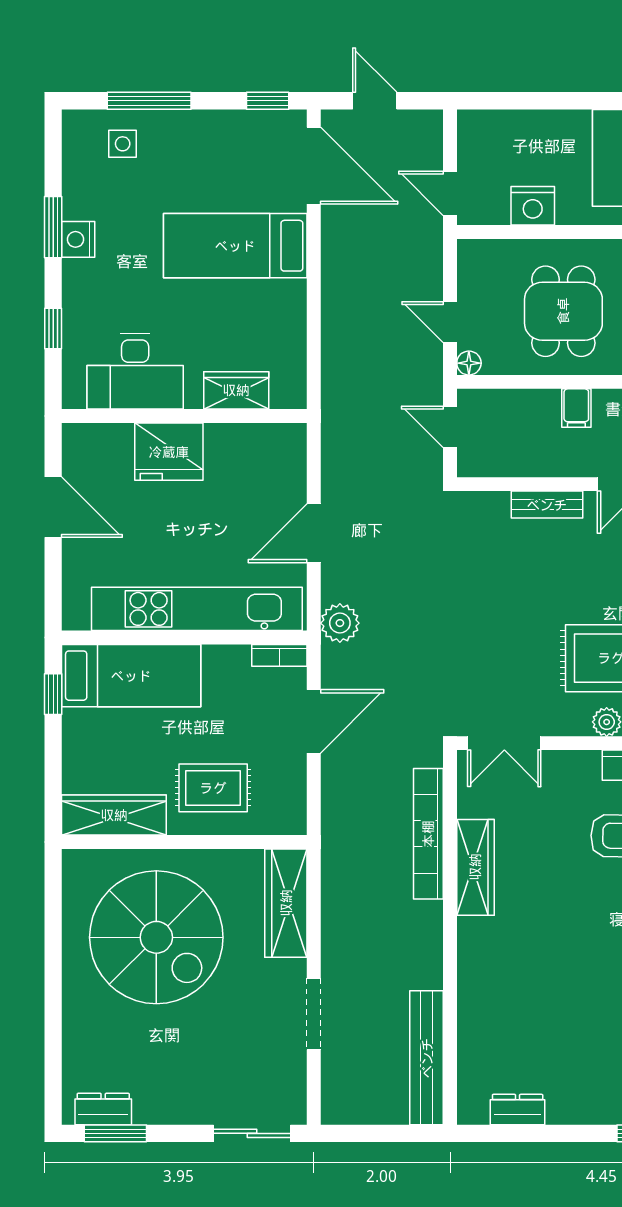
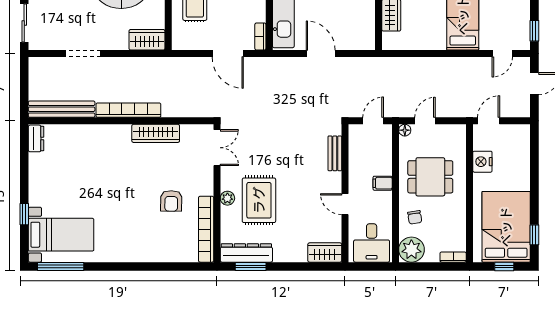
door: (314, 166) -> (502, 53), width x0.53
bench: (547, 505) -> (335, 153), moved
plant: (340, 623) -> (276, 66), removed
double door: (504, 743) -> (217, 148), swing flipped
bookcase: (428, 834) -> (128, 110), moved
wardrobe: (286, 903) -> (147, 40), width x0.67
dresser: (518, 1110) -> (36, 138), moved

